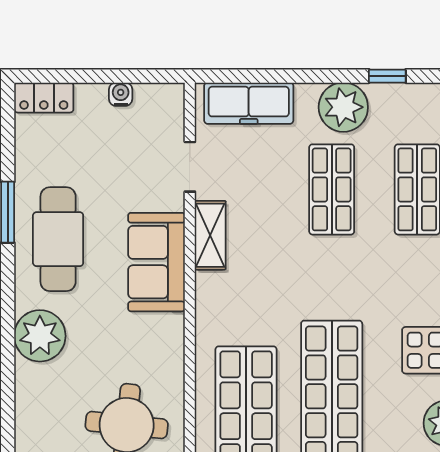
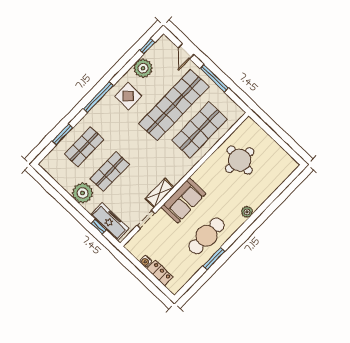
window: (387, 76) -> (99, 227), moved
locker: (44, 98) -> (160, 273), moved
plant: (40, 336) -> (247, 212), width x0.53, depth x0.53

